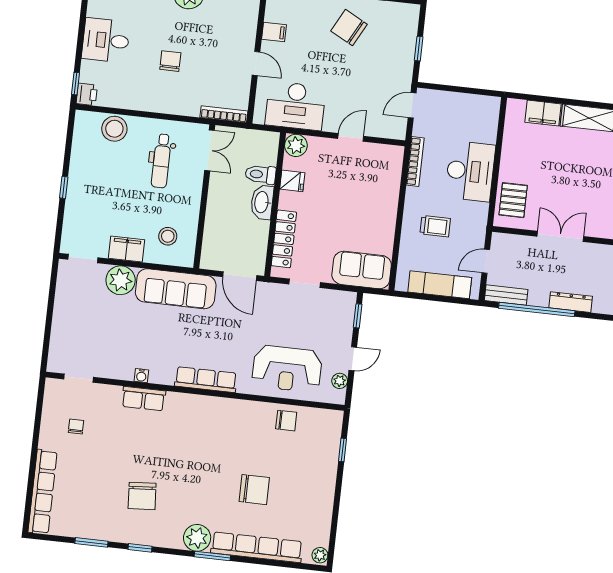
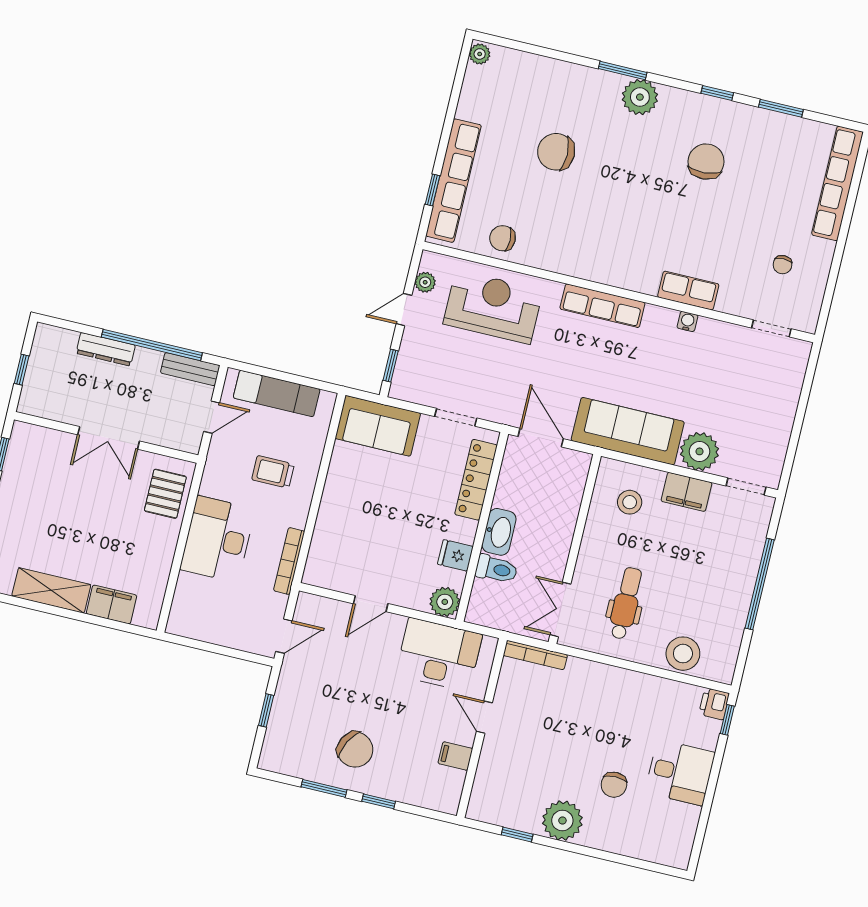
chair: (170, 61) -> (614, 785), moved
window: (64, 187) -> (760, 584), width x3.17
row of seats: (257, 547) -> (454, 181), moved, turned -90

